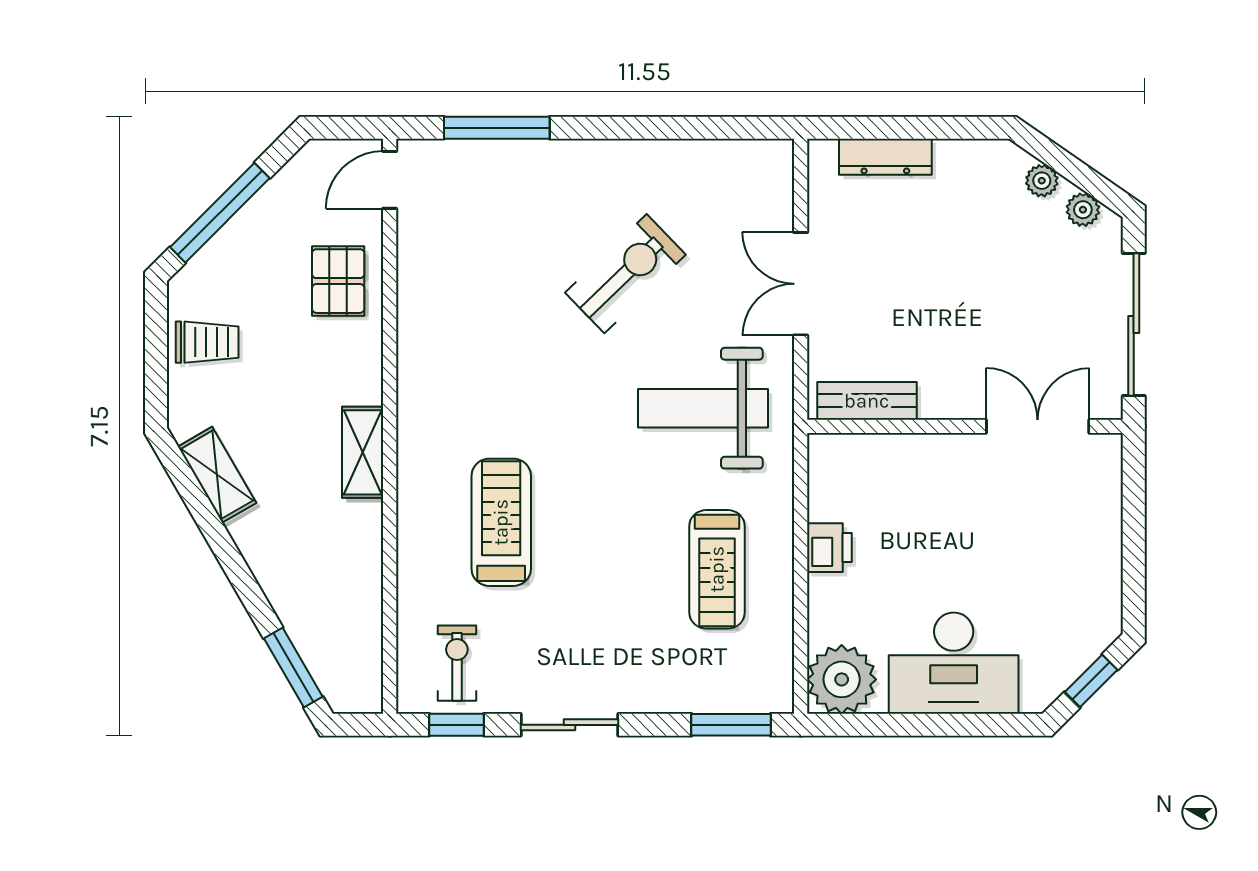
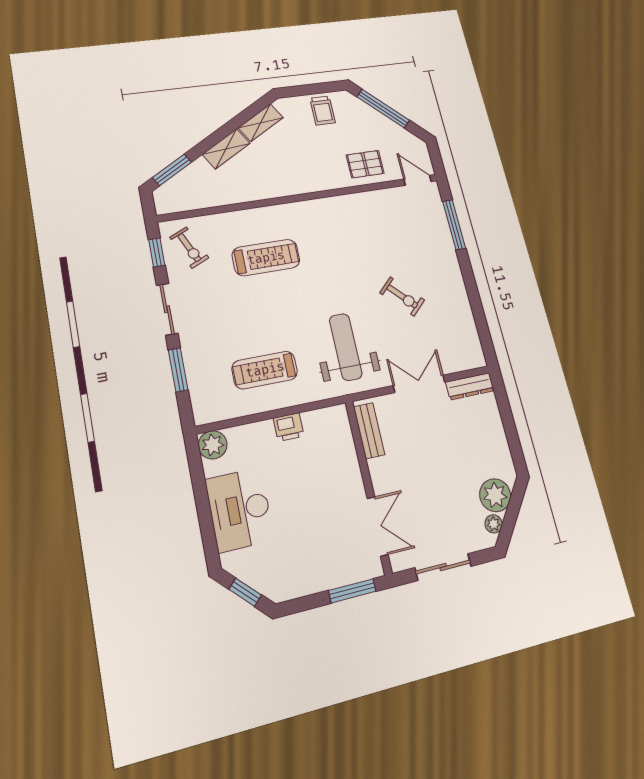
dresser: (885, 157) -> (470, 386), moved, turned -90
plant: (1042, 181) -> (495, 495), width x1.87, depth x1.87
exercise bike: (625, 274) -> (402, 296), width x0.73, depth x0.72
sliding door: (1134, 325) -> (443, 567), width x0.73
shelving: (363, 452) -> (226, 149), moved, turned -30
window: (1134, 497) -> (352, 591), added
exercise bike: (457, 663) -> (189, 248), turned 66
plant: (842, 679) -> (213, 445), width x0.73, depth x0.73
window: (731, 725) -> (178, 370), moved

